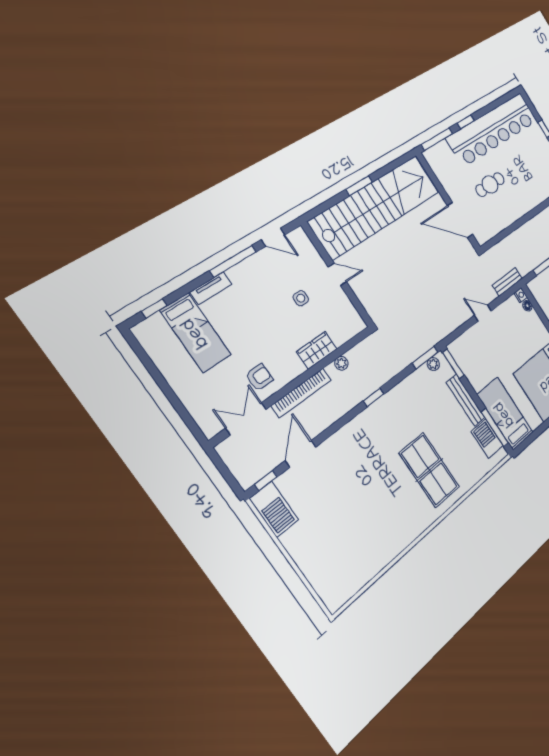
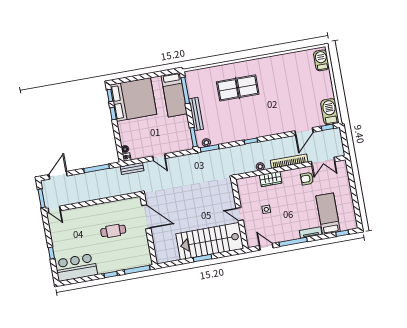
bar counter: (493, 129) -> (76, 267), width x0.54
stairs: (375, 206) -> (210, 241), width x0.73
barbecue: (487, 439) -> (321, 60), moved, turned 180
table tennis table: (429, 470) -> (238, 88), turned 90

